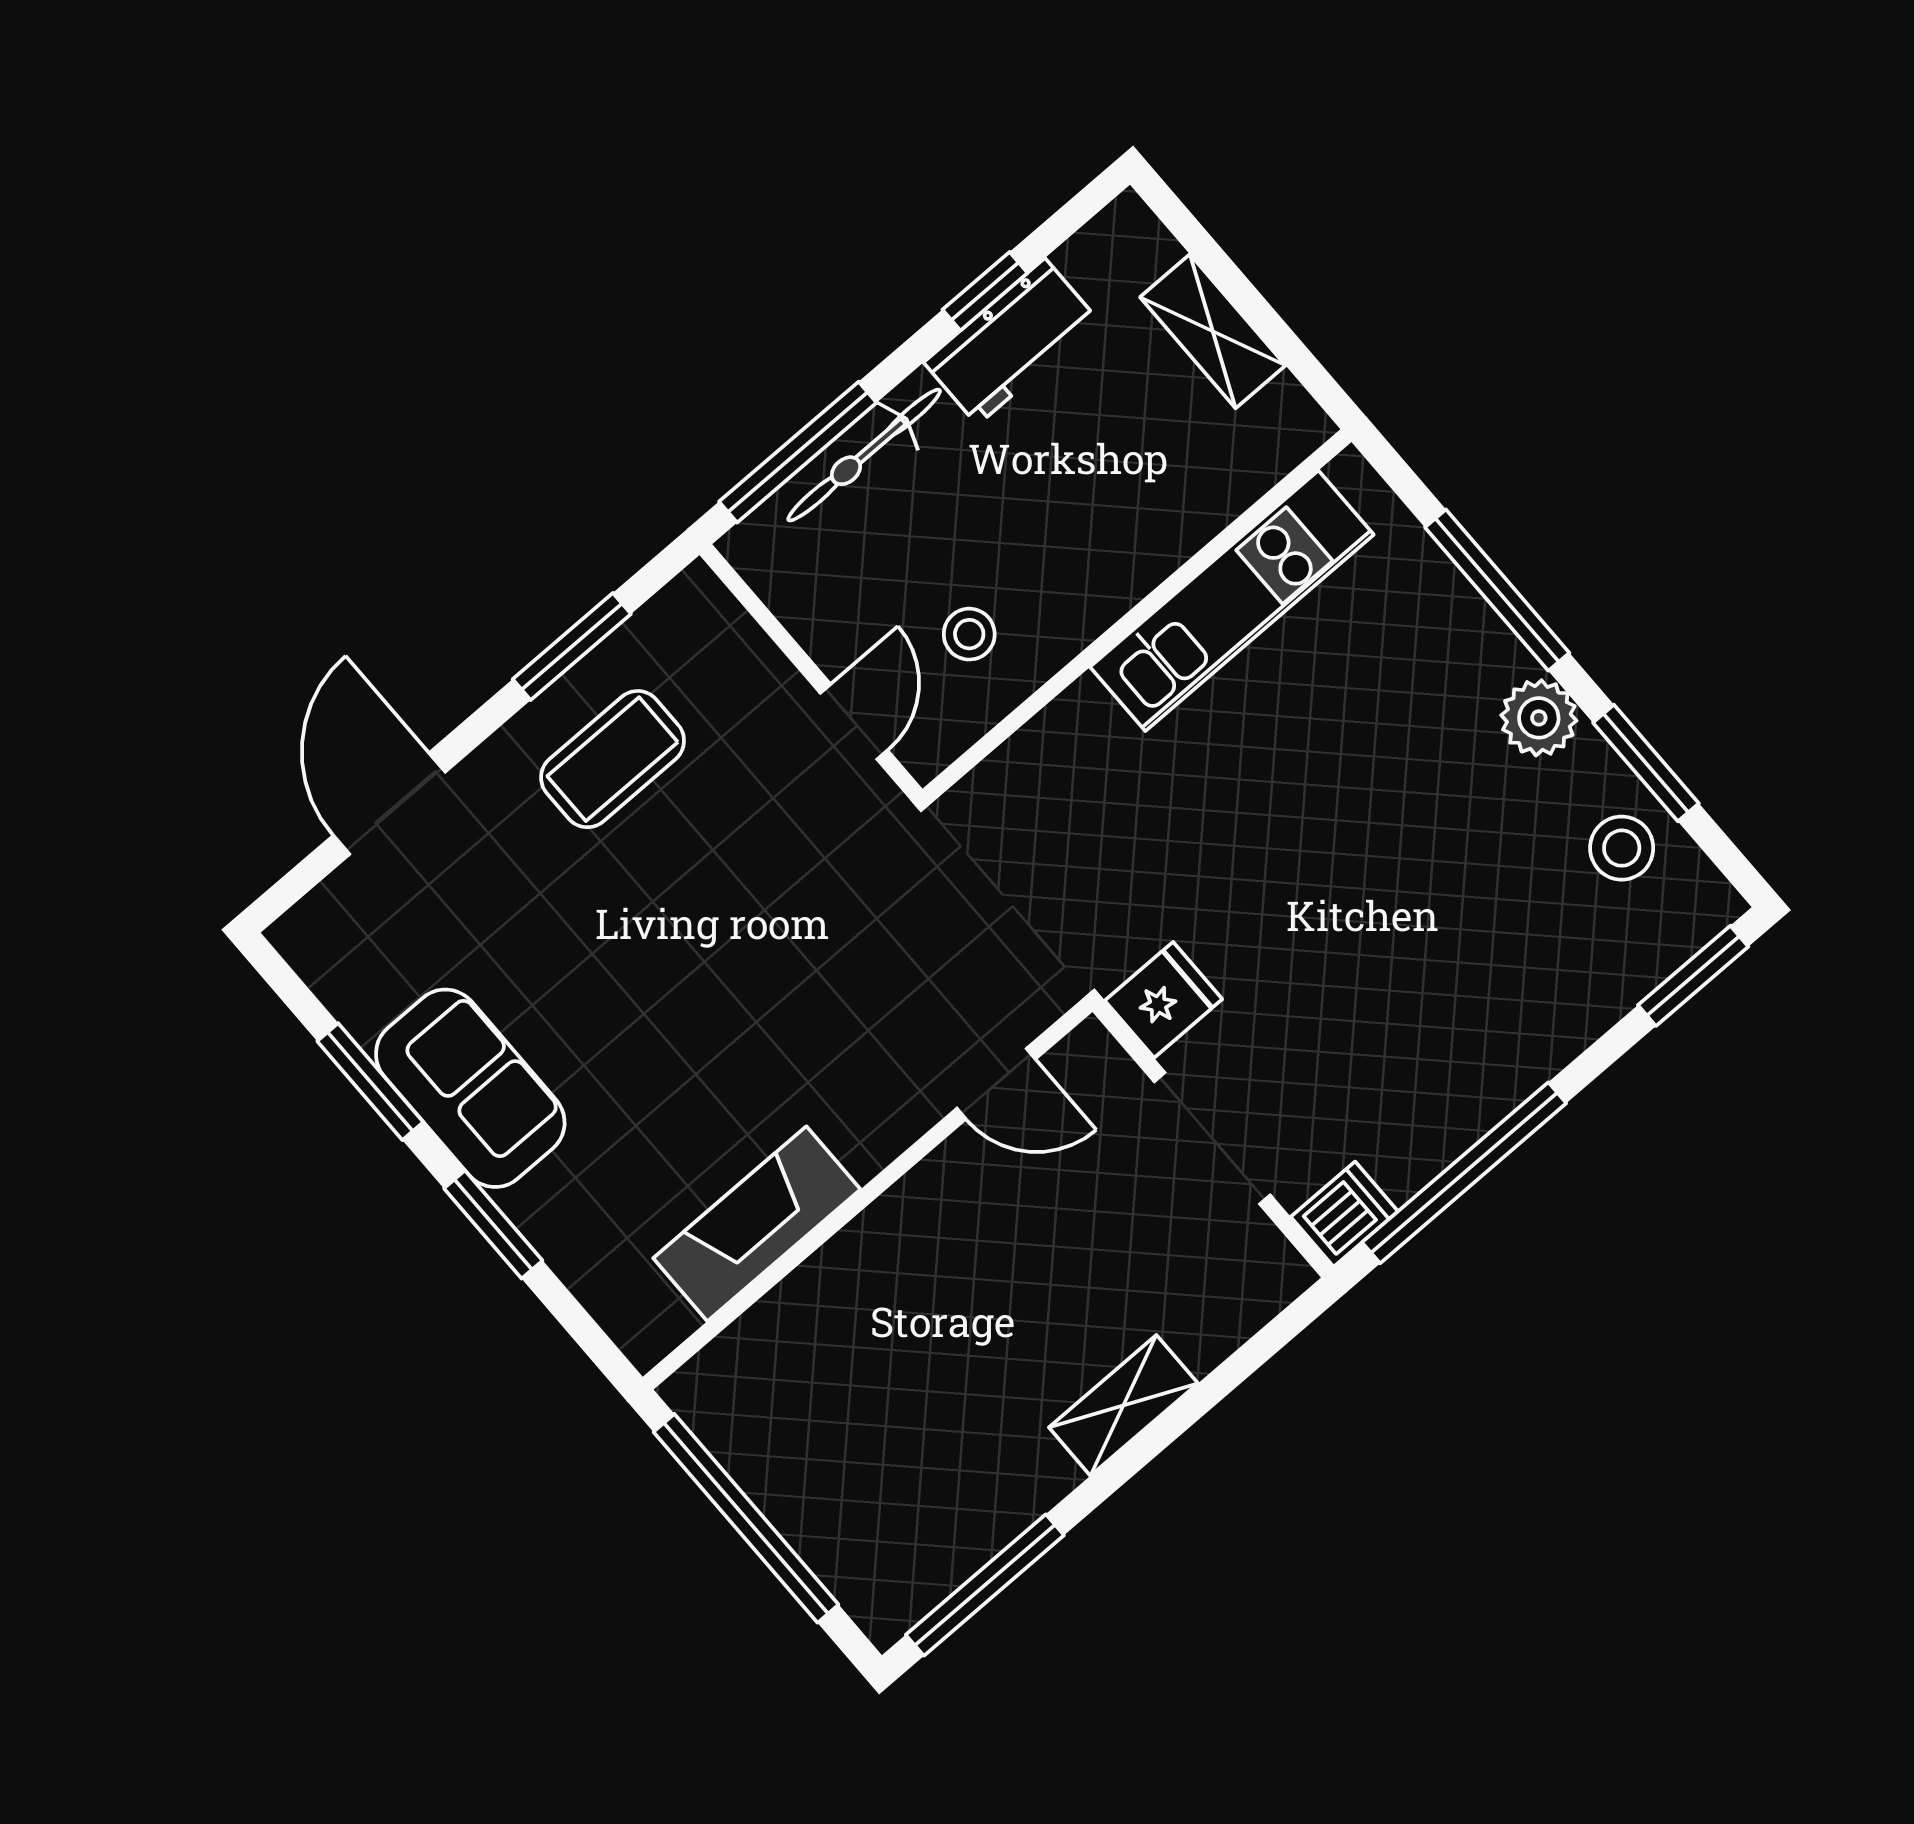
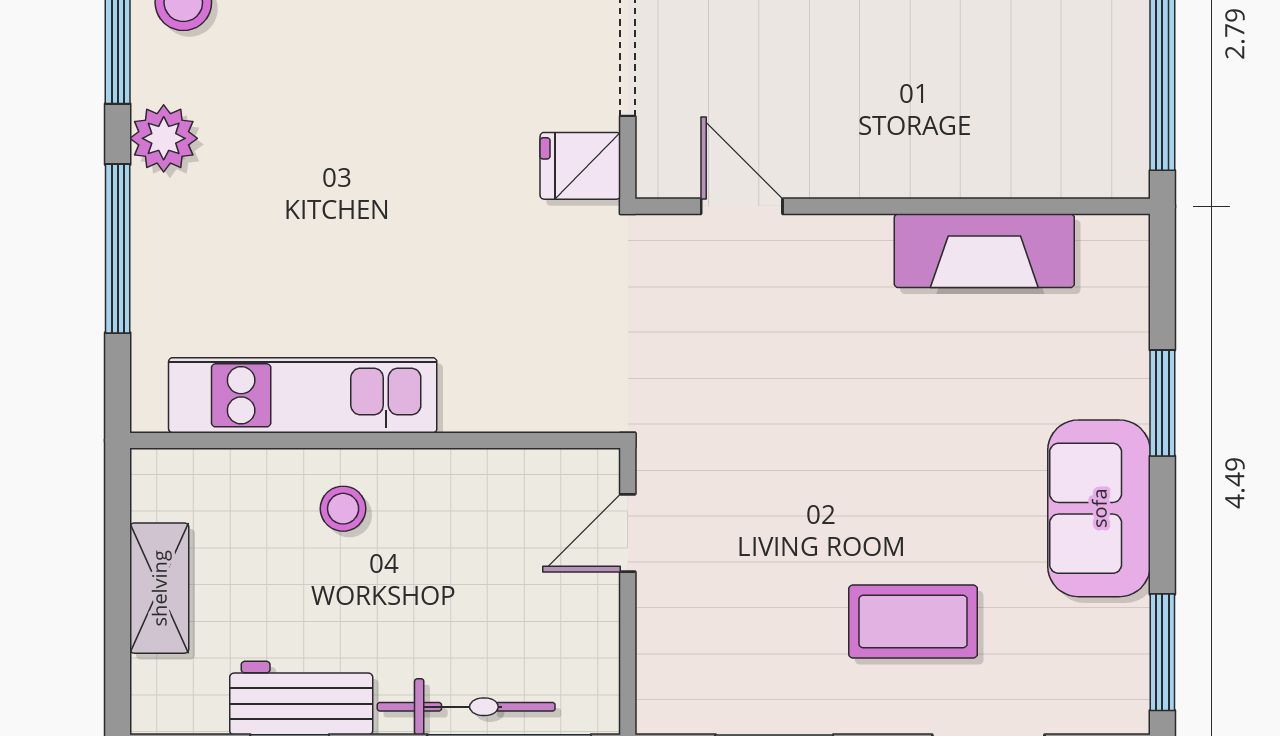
stool: (969, 634) -> (343, 509), moved
coffee table: (613, 759) -> (913, 622), moved
window: (370, 1082) -> (1162, 652), moved

